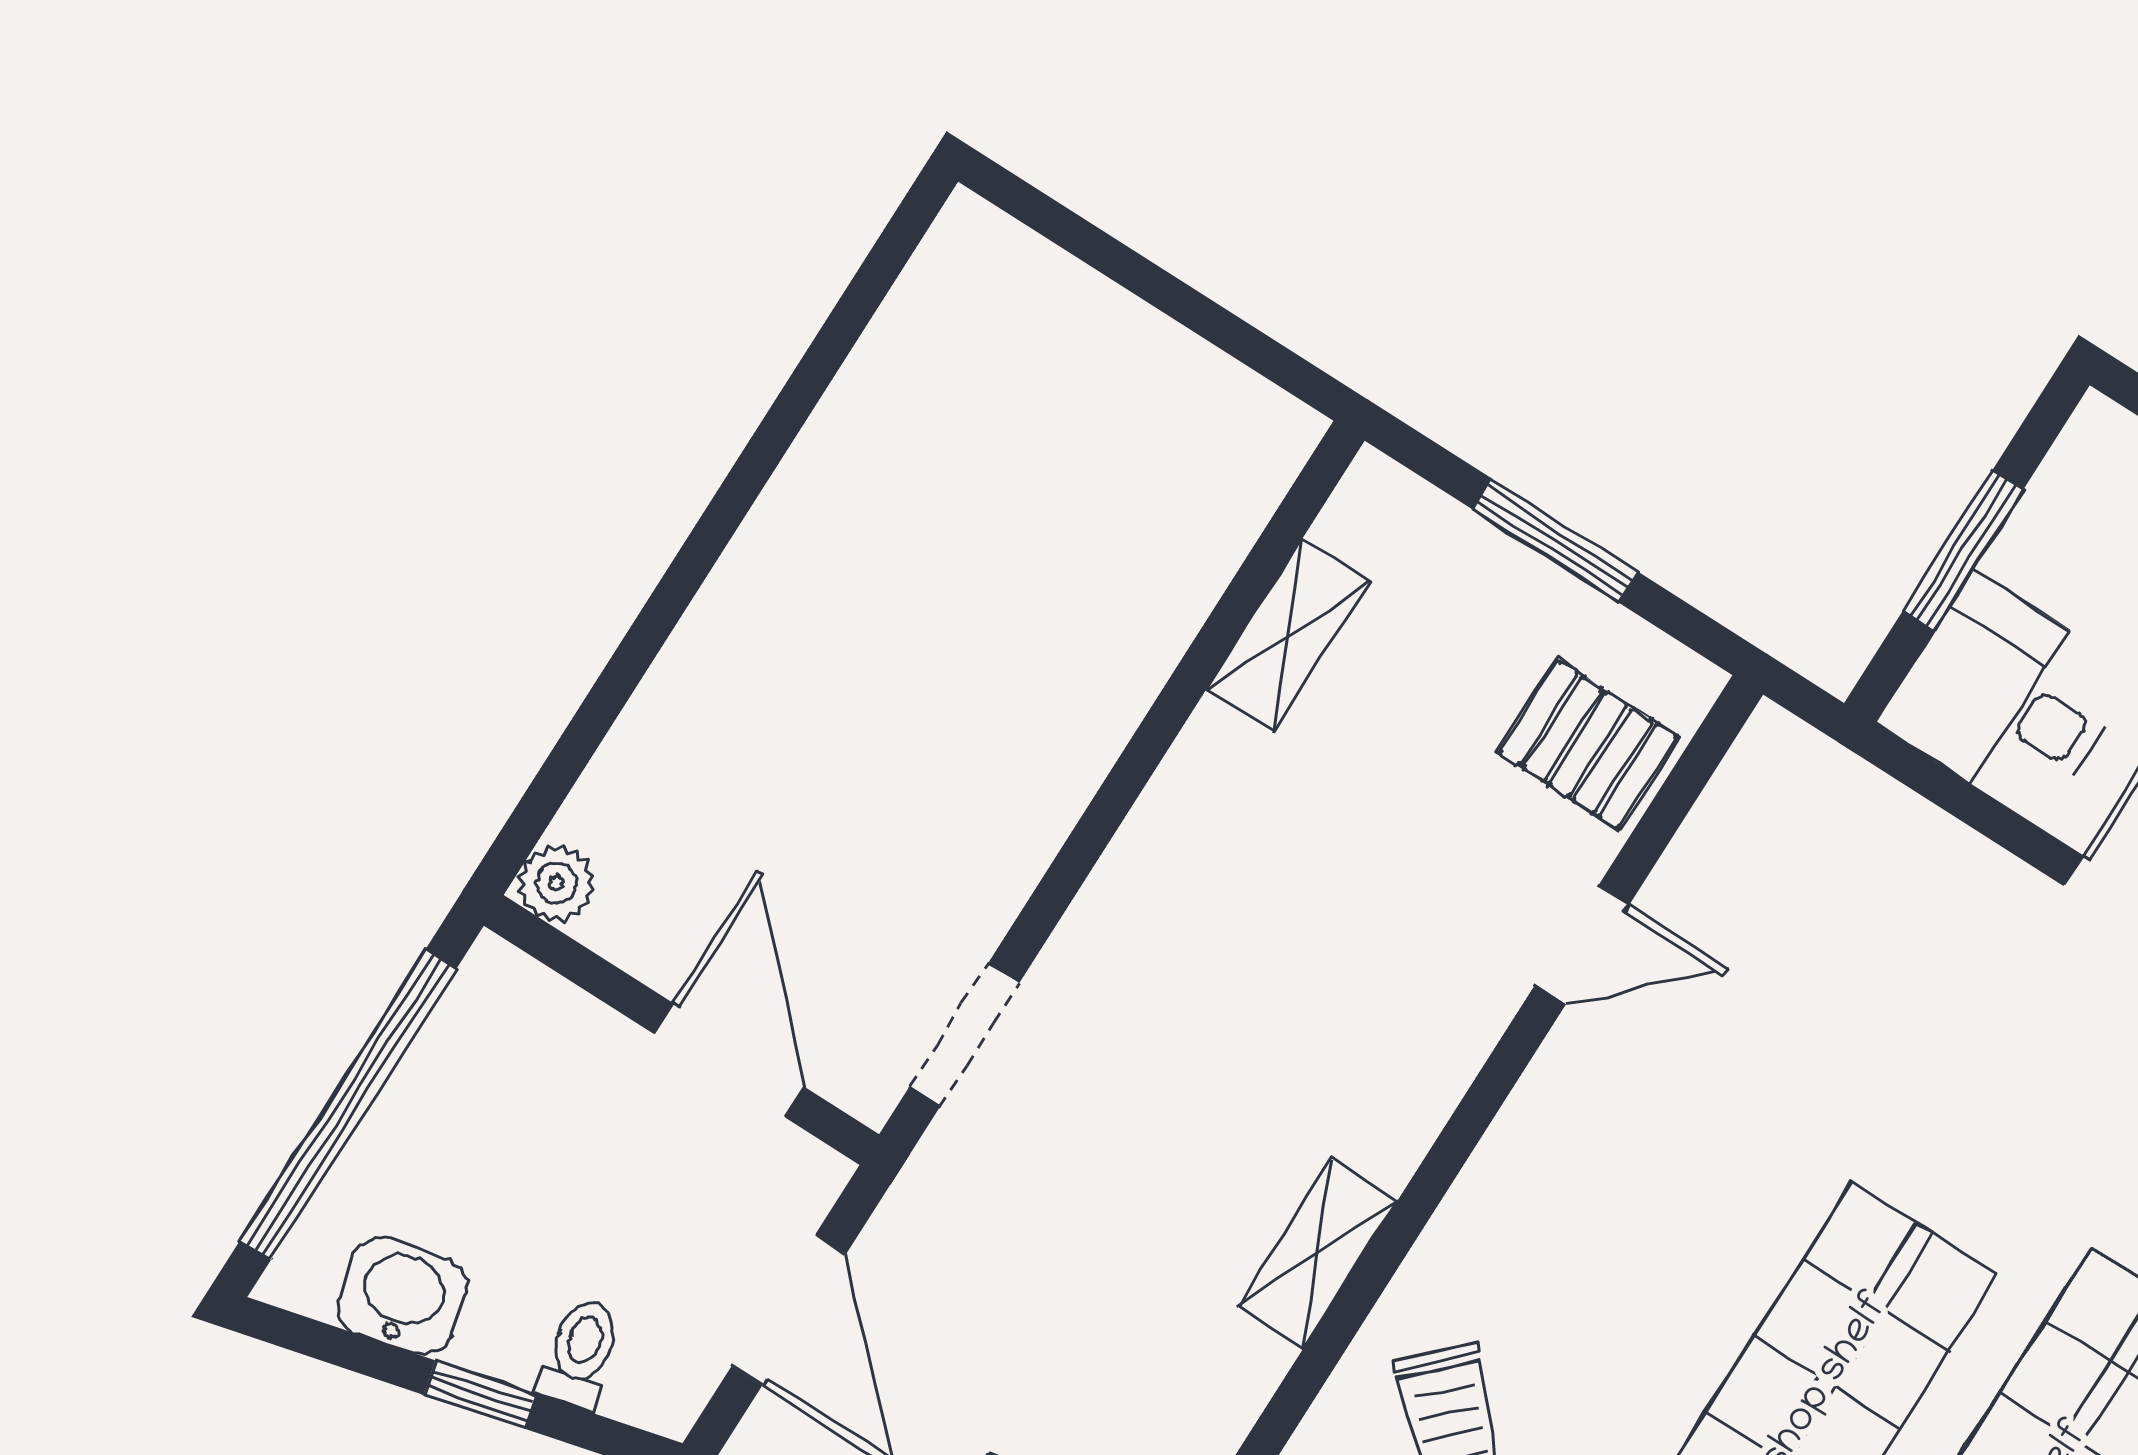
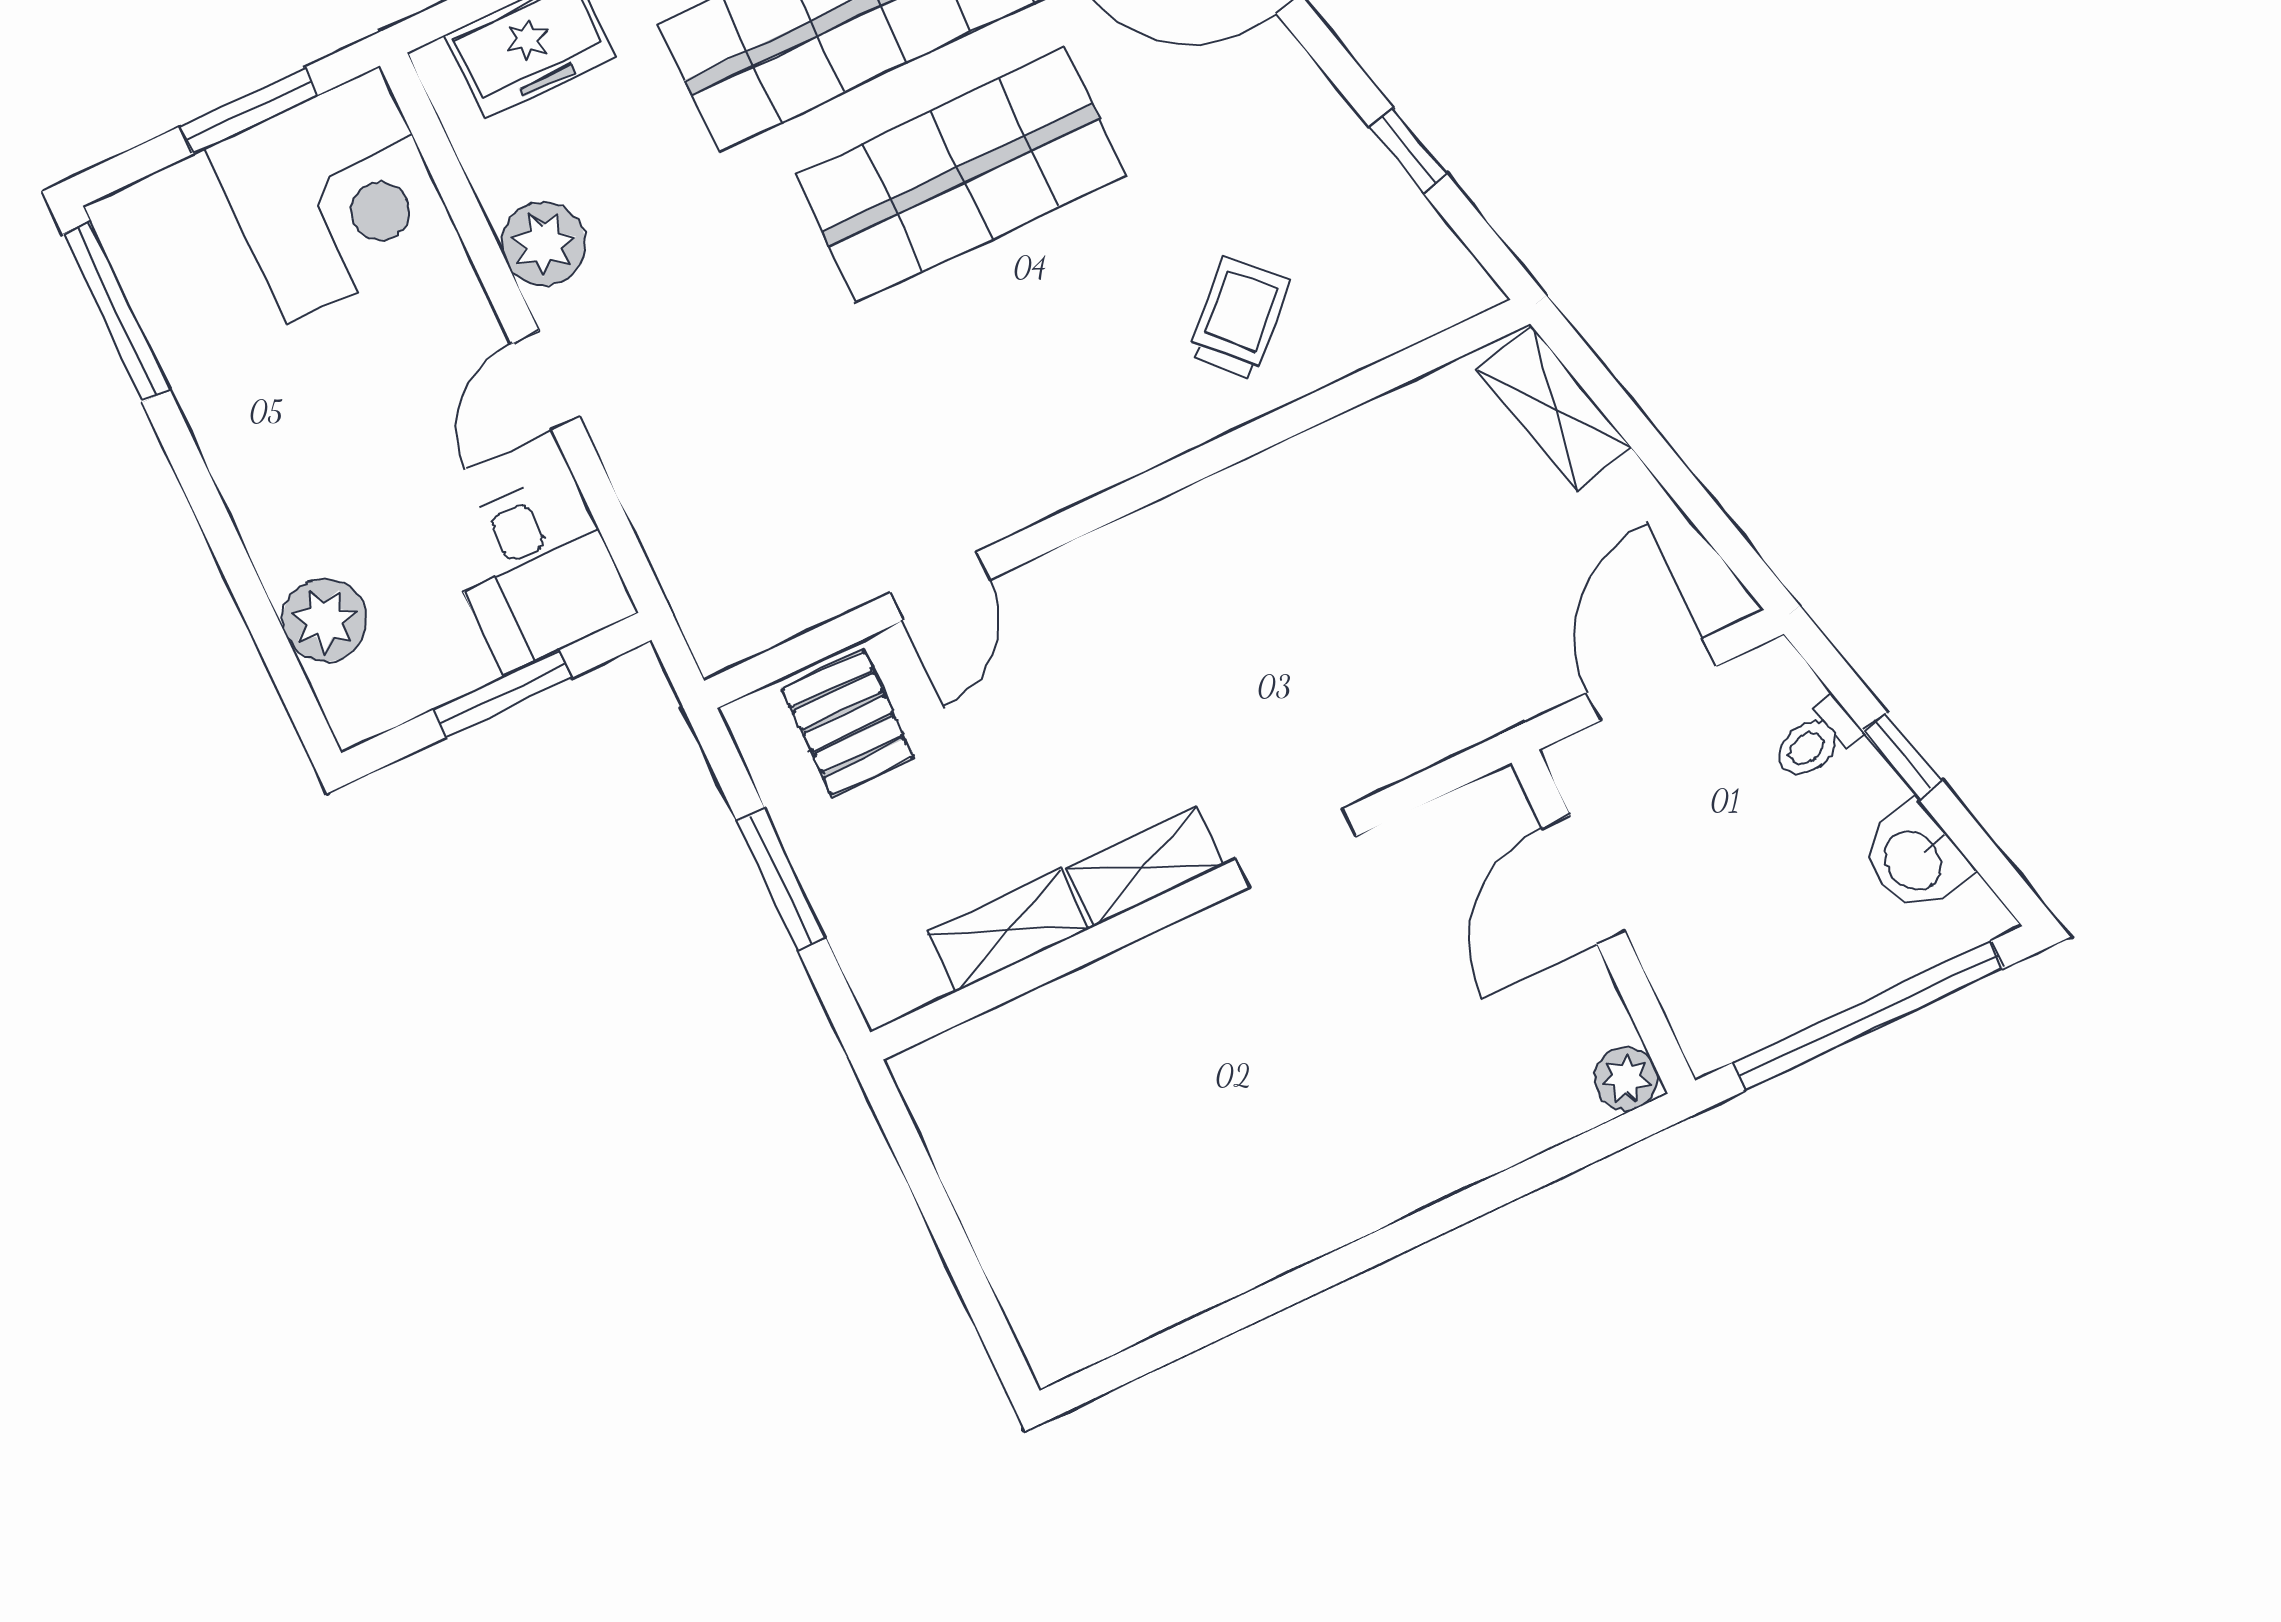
door: (1582, 945) -> (940, 586), swing flipped
doorway: (964, 1034) -> (1296, 848), moved
shelving: (1317, 1254) -> (1146, 866), moved

